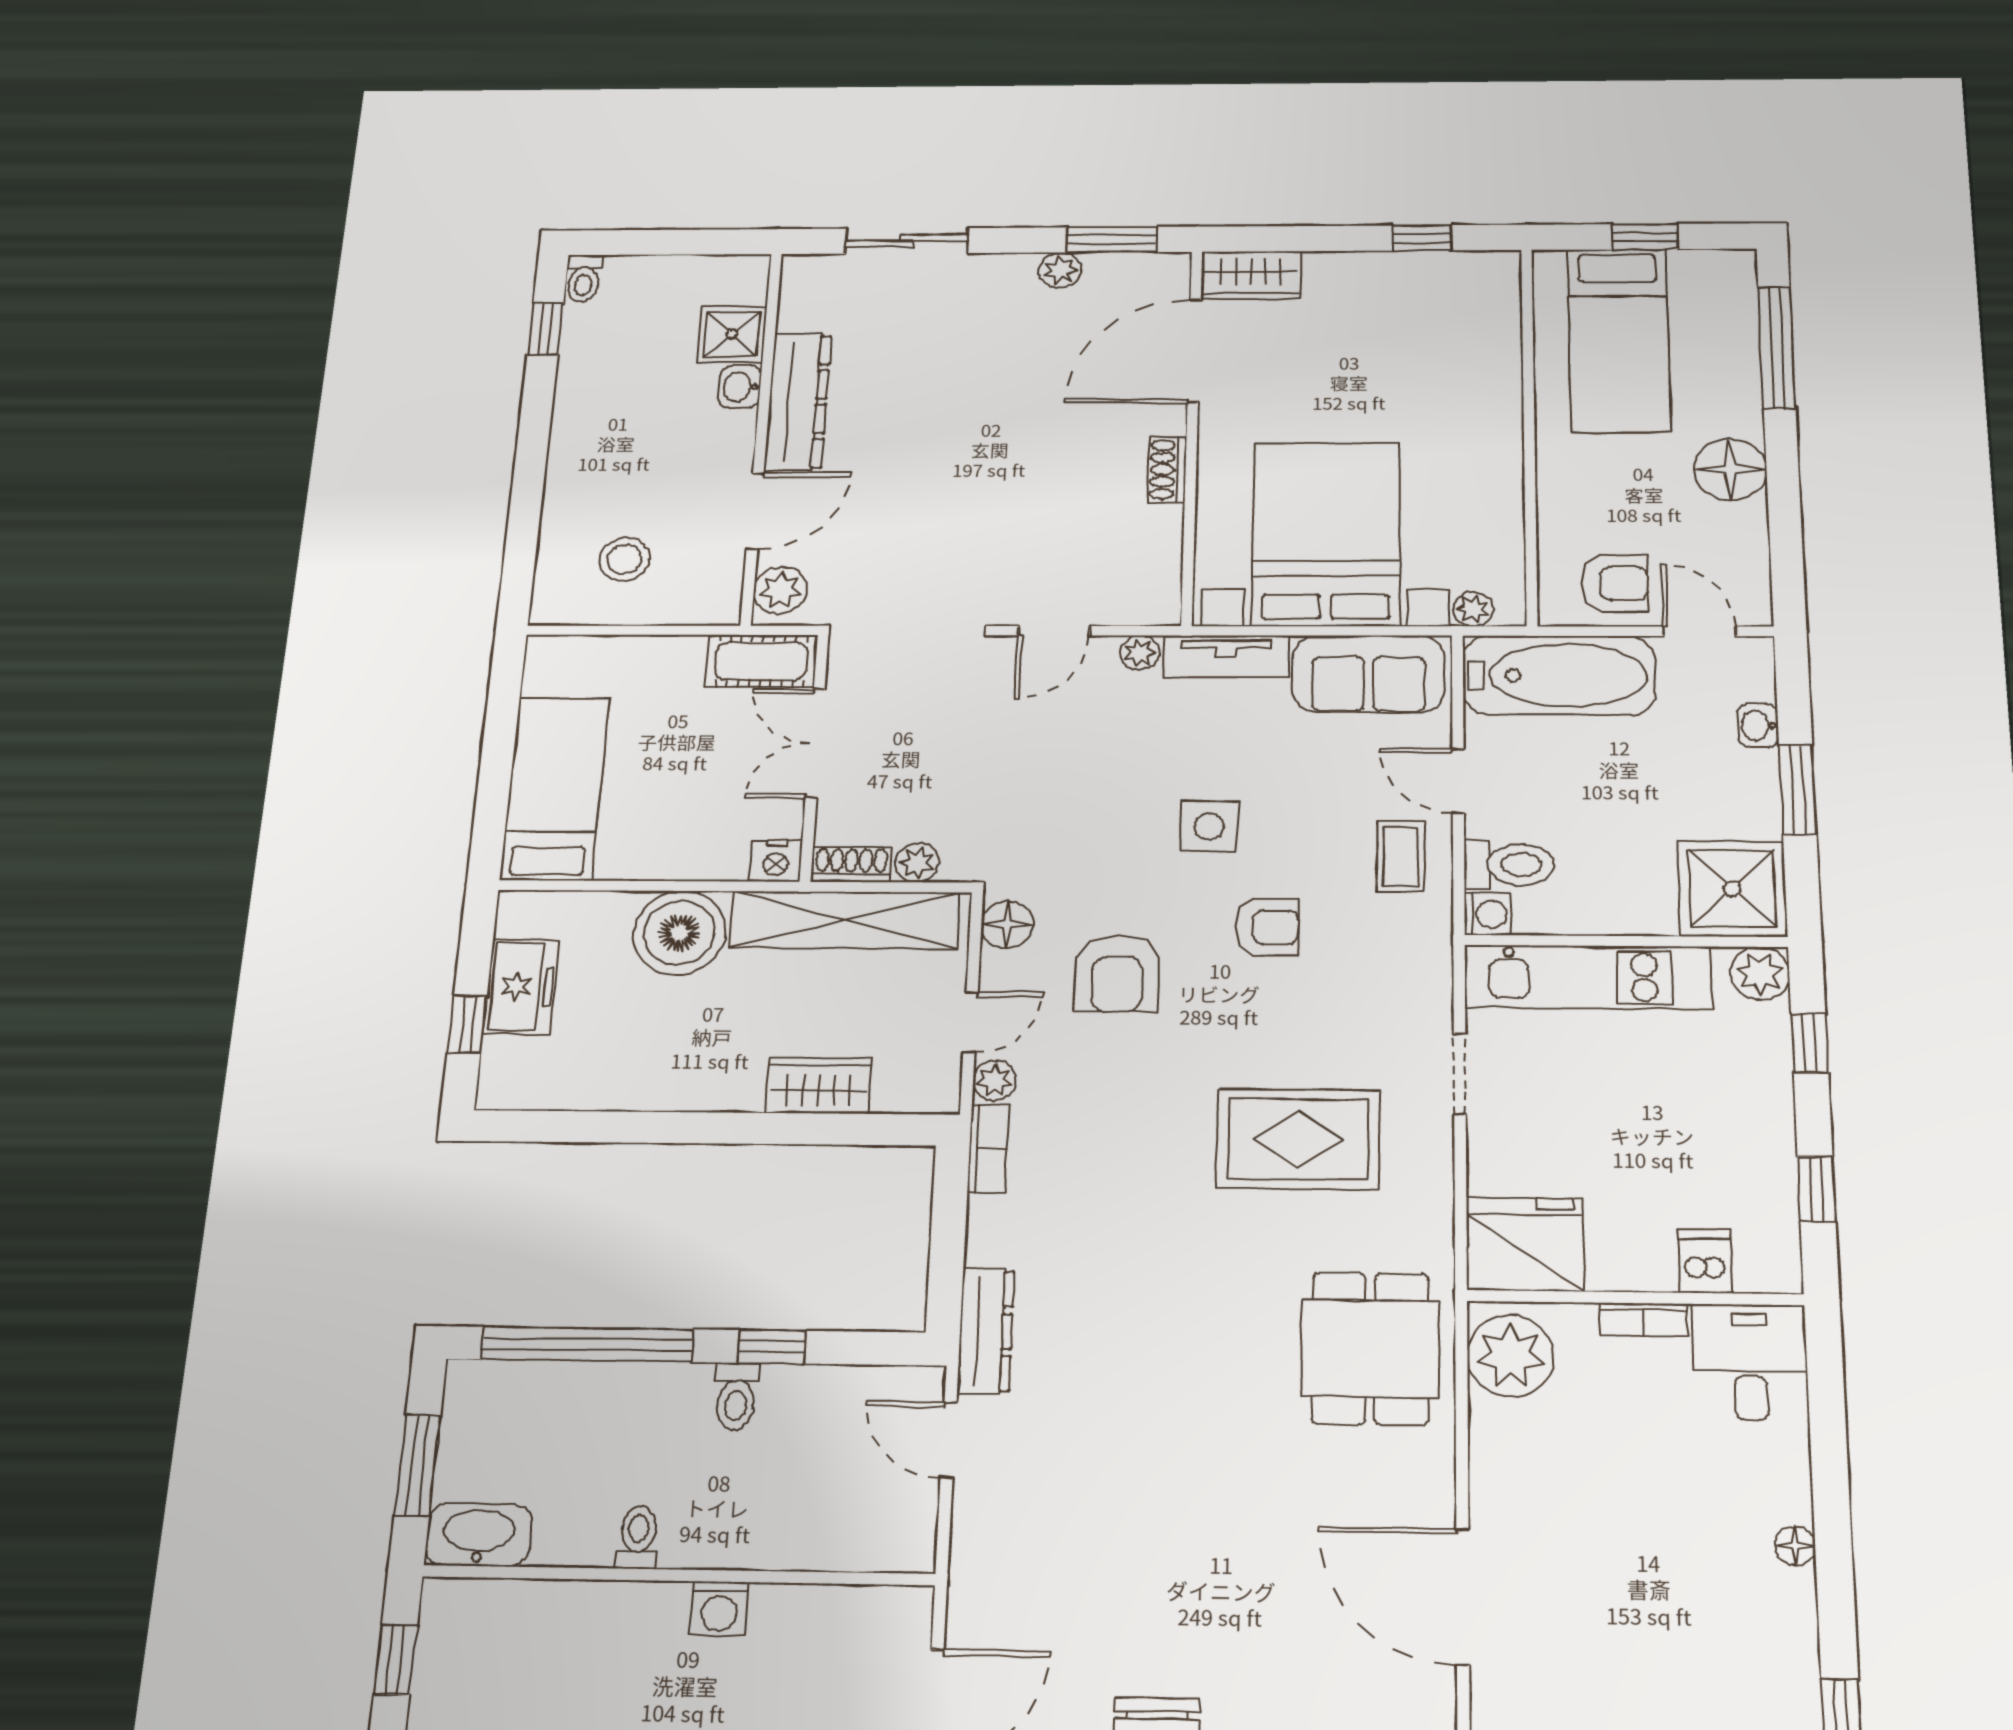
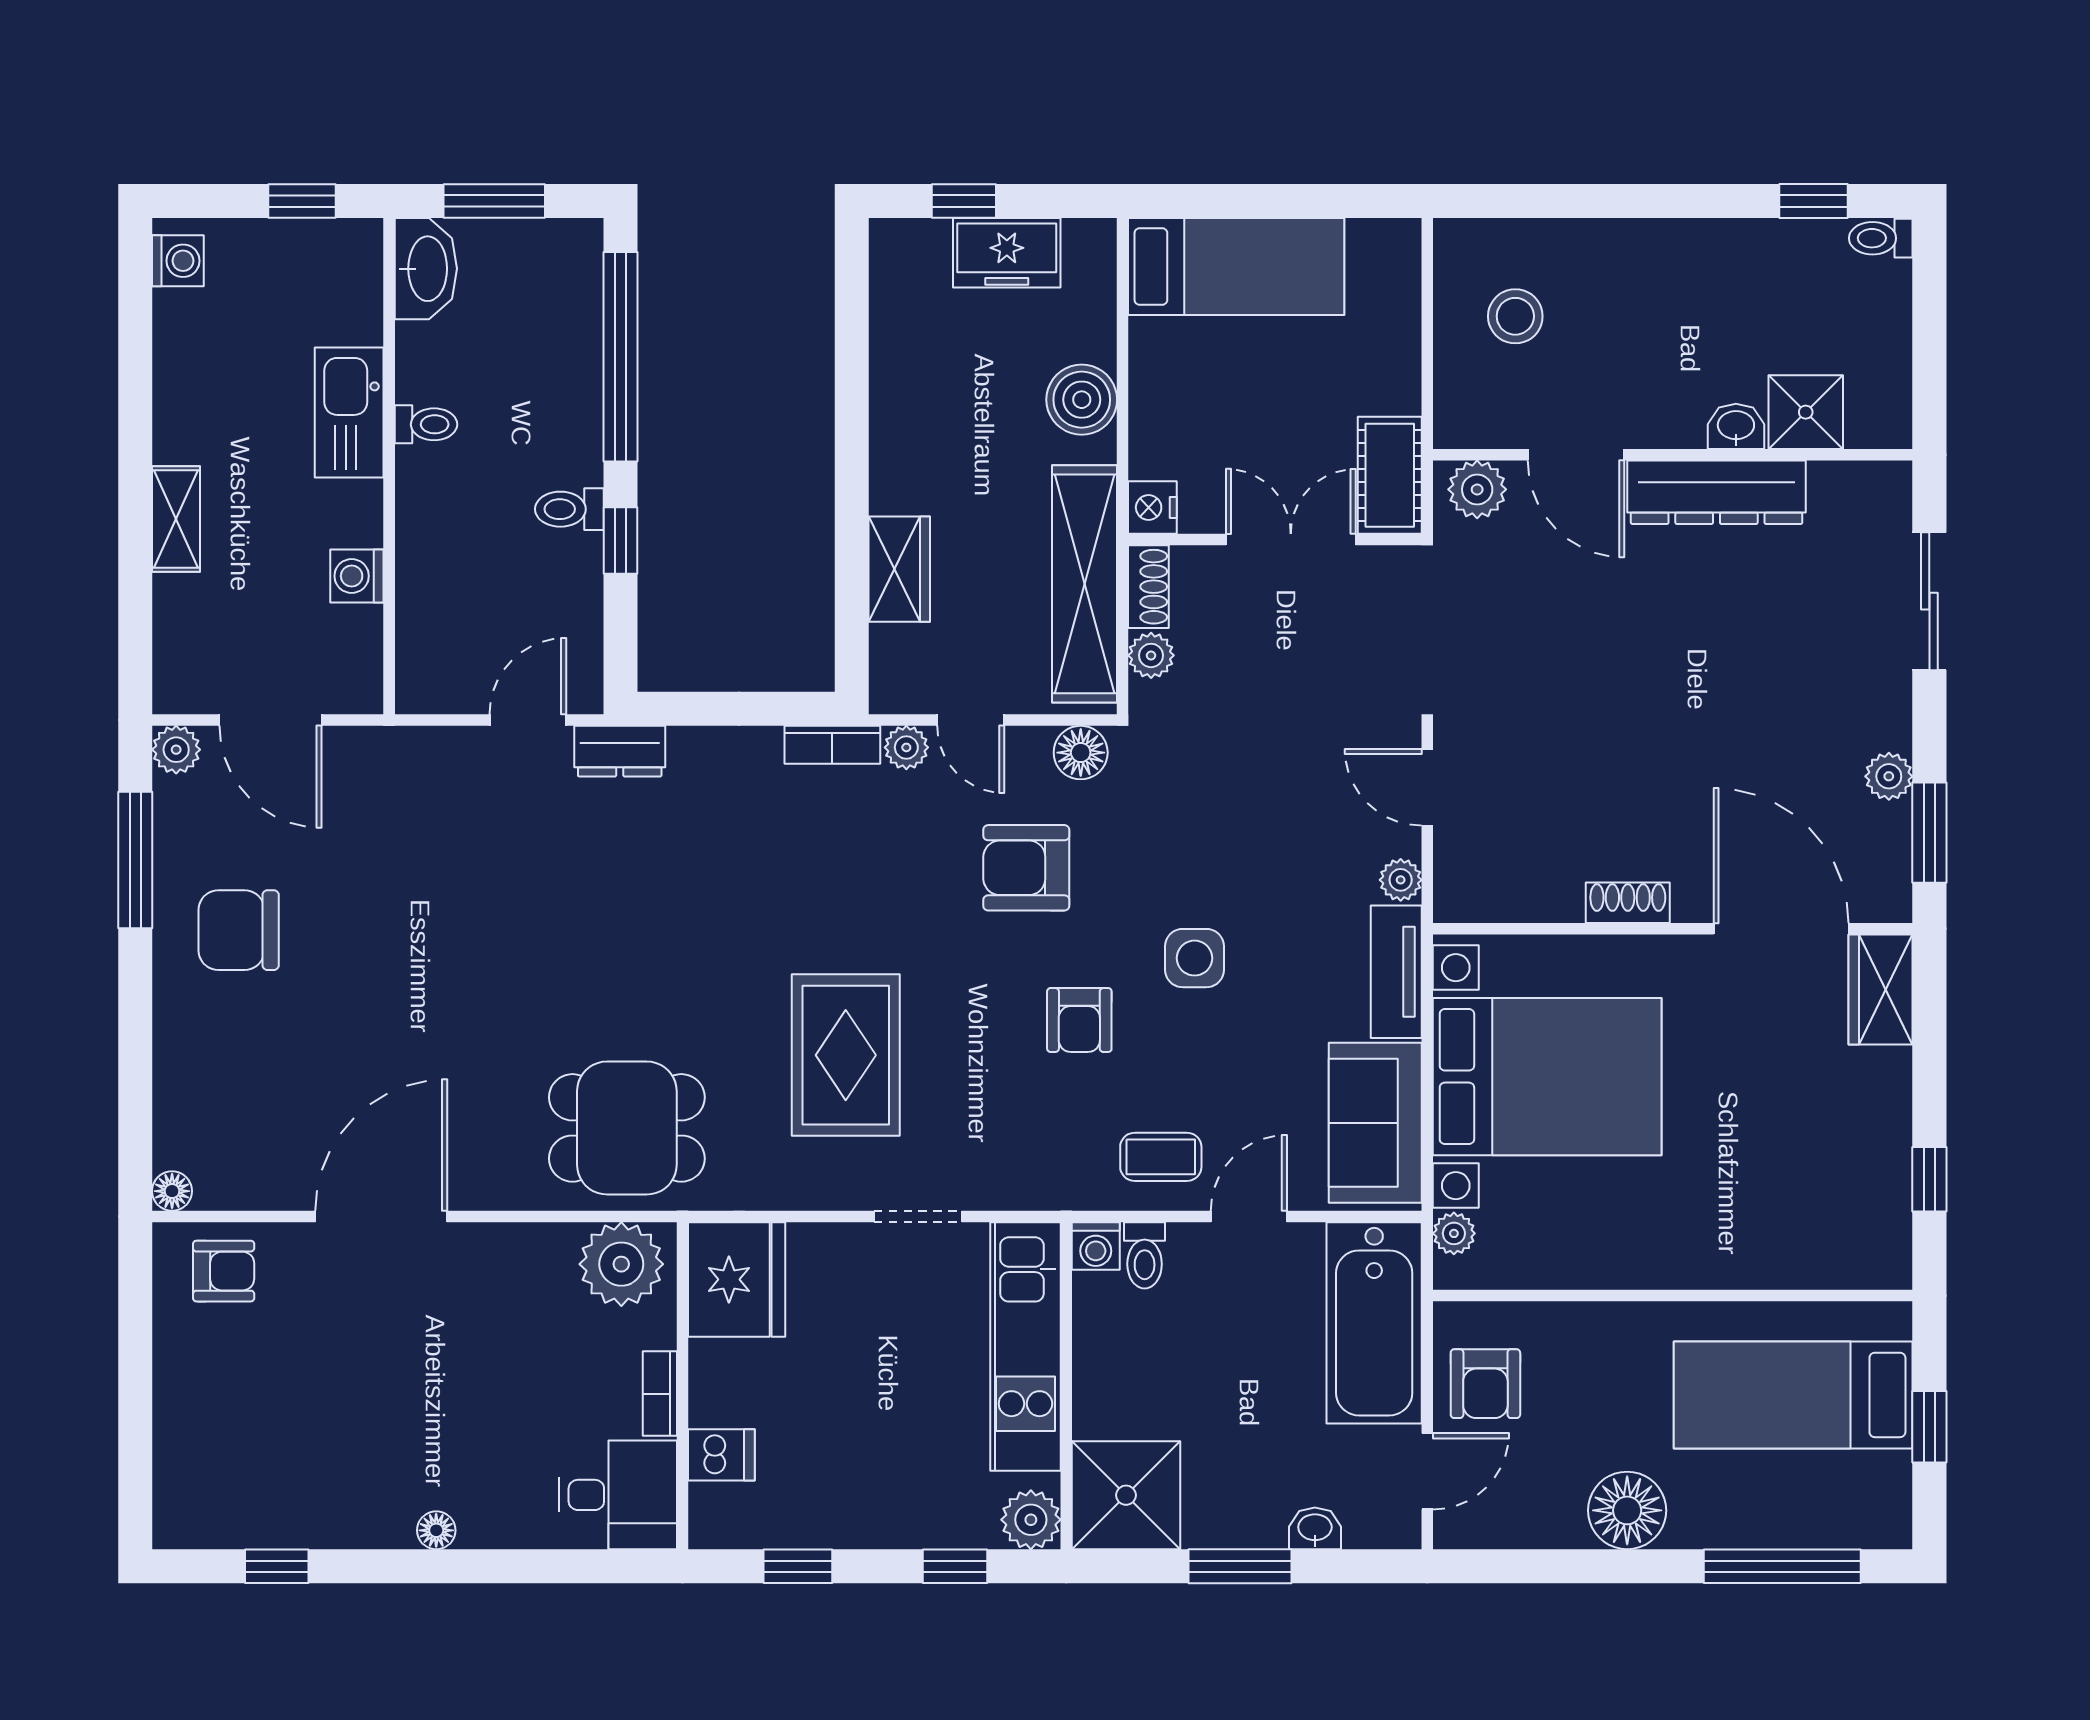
toilet: (1509, 865) -> (1145, 1255), width x0.73, depth x0.72
boiler: (679, 933) -> (1082, 400), width x0.73, depth x0.73
dresser: (986, 1331) -> (620, 751), width x0.70
washing machine: (719, 1609) -> (357, 576), moved
kitchen sink: (619, 1615) -> (349, 412), added

